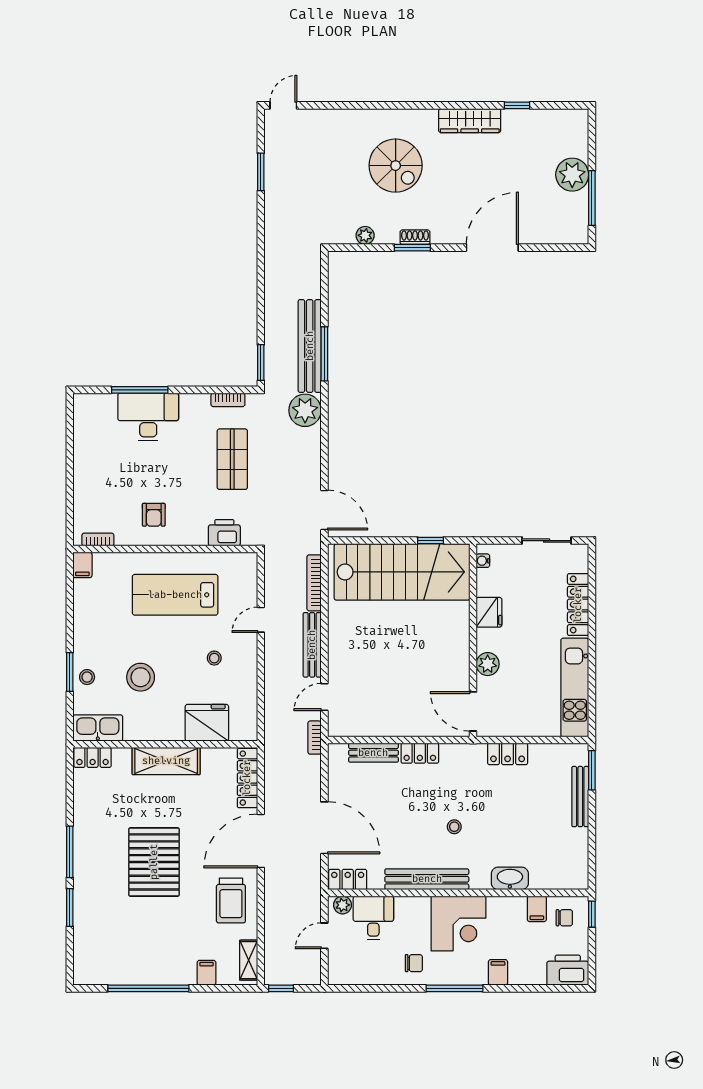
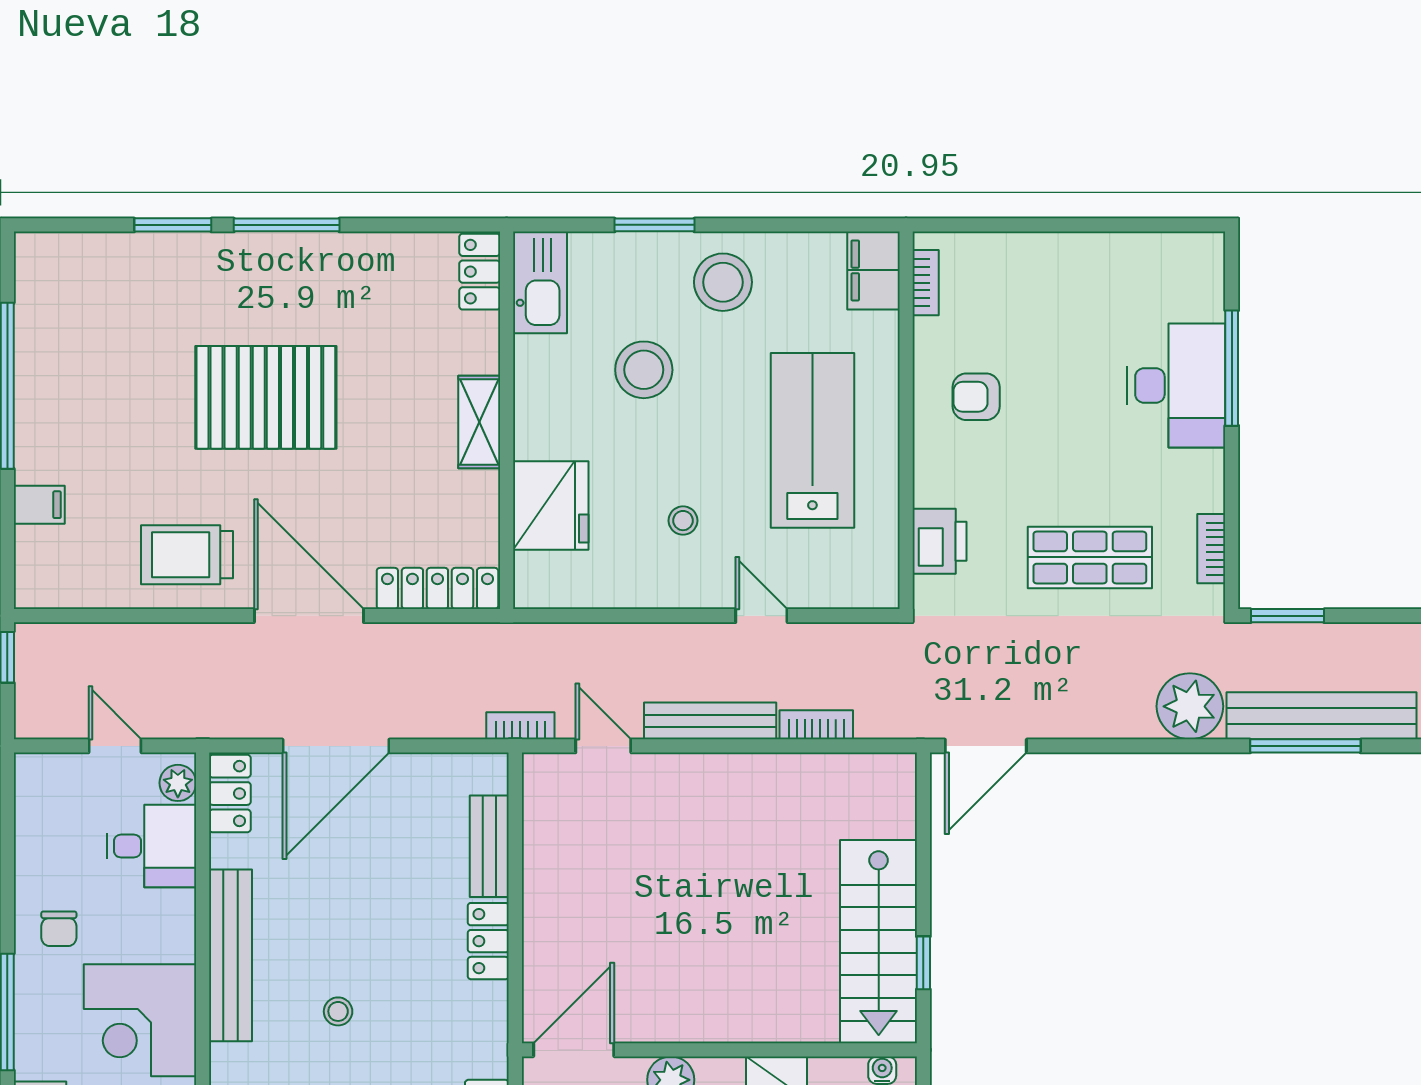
filing cabinet: (82, 565) -> (873, 270), width x2.00
stairs: (402, 572) -> (879, 942), width x0.73, depth x0.66
bookcase: (314, 583) -> (816, 725), width x0.64
stool: (87, 677) -> (723, 282), moved, width x1.89, depth x1.89
shelving: (166, 761) -> (479, 422), width x0.67, depth x0.75
shelving: (249, 960) -> (65, 591), removed

